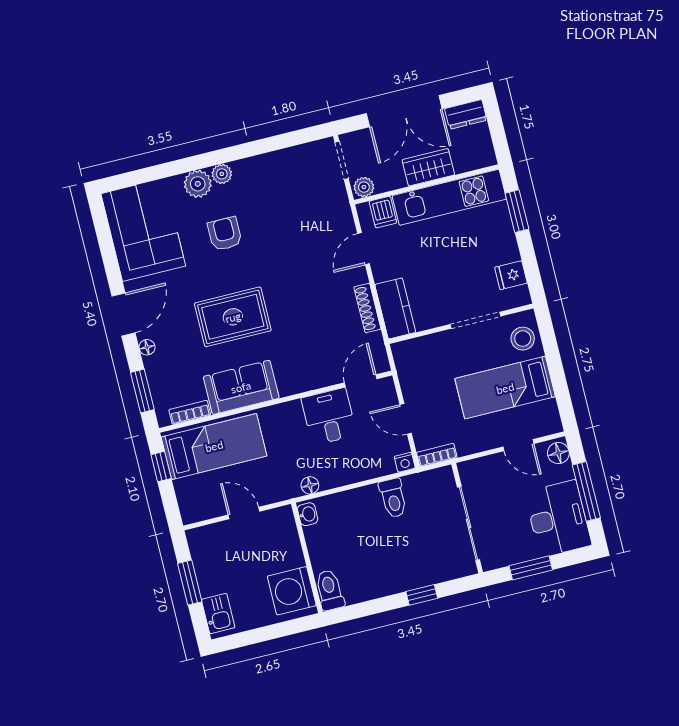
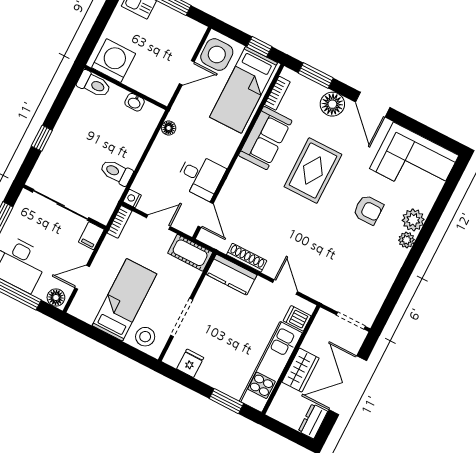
plant: (364, 187) -> (323, 320), removed
floor lamp: (147, 347) -> (332, 104), width x1.89, depth x1.89
cot: (408, 365) -> (190, 253), added
filing cabinet: (472, 470) -> (91, 236), added
side table: (203, 500) -> (217, 55), added
washbasin: (308, 514) -> (135, 102), moved

